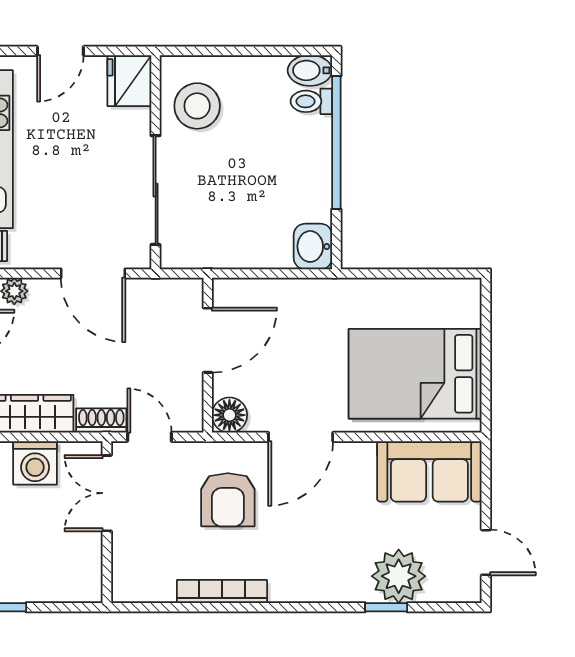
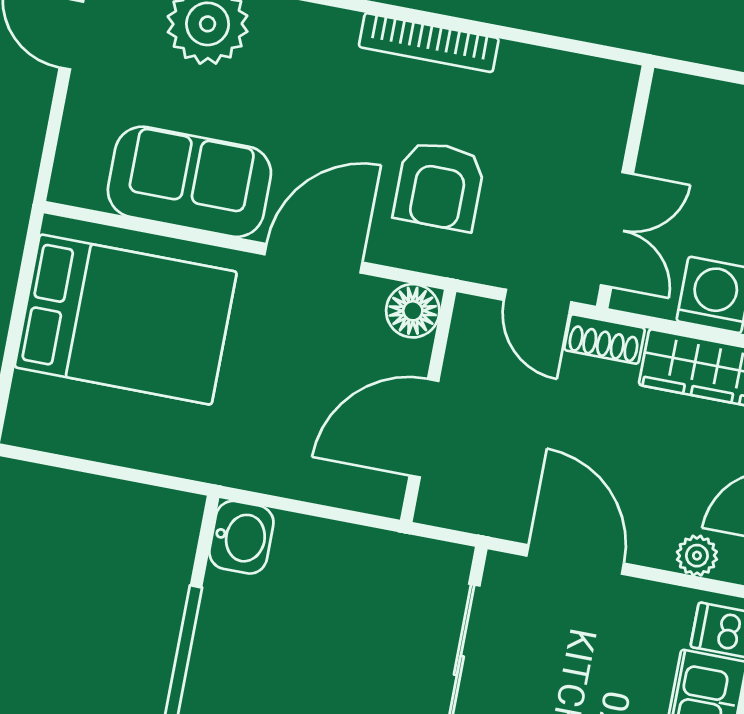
sofa: (429, 471) -> (189, 182), moved
armchair: (228, 500) -> (439, 186), turned 180
bookcase: (222, 592) -> (429, 43), moved

